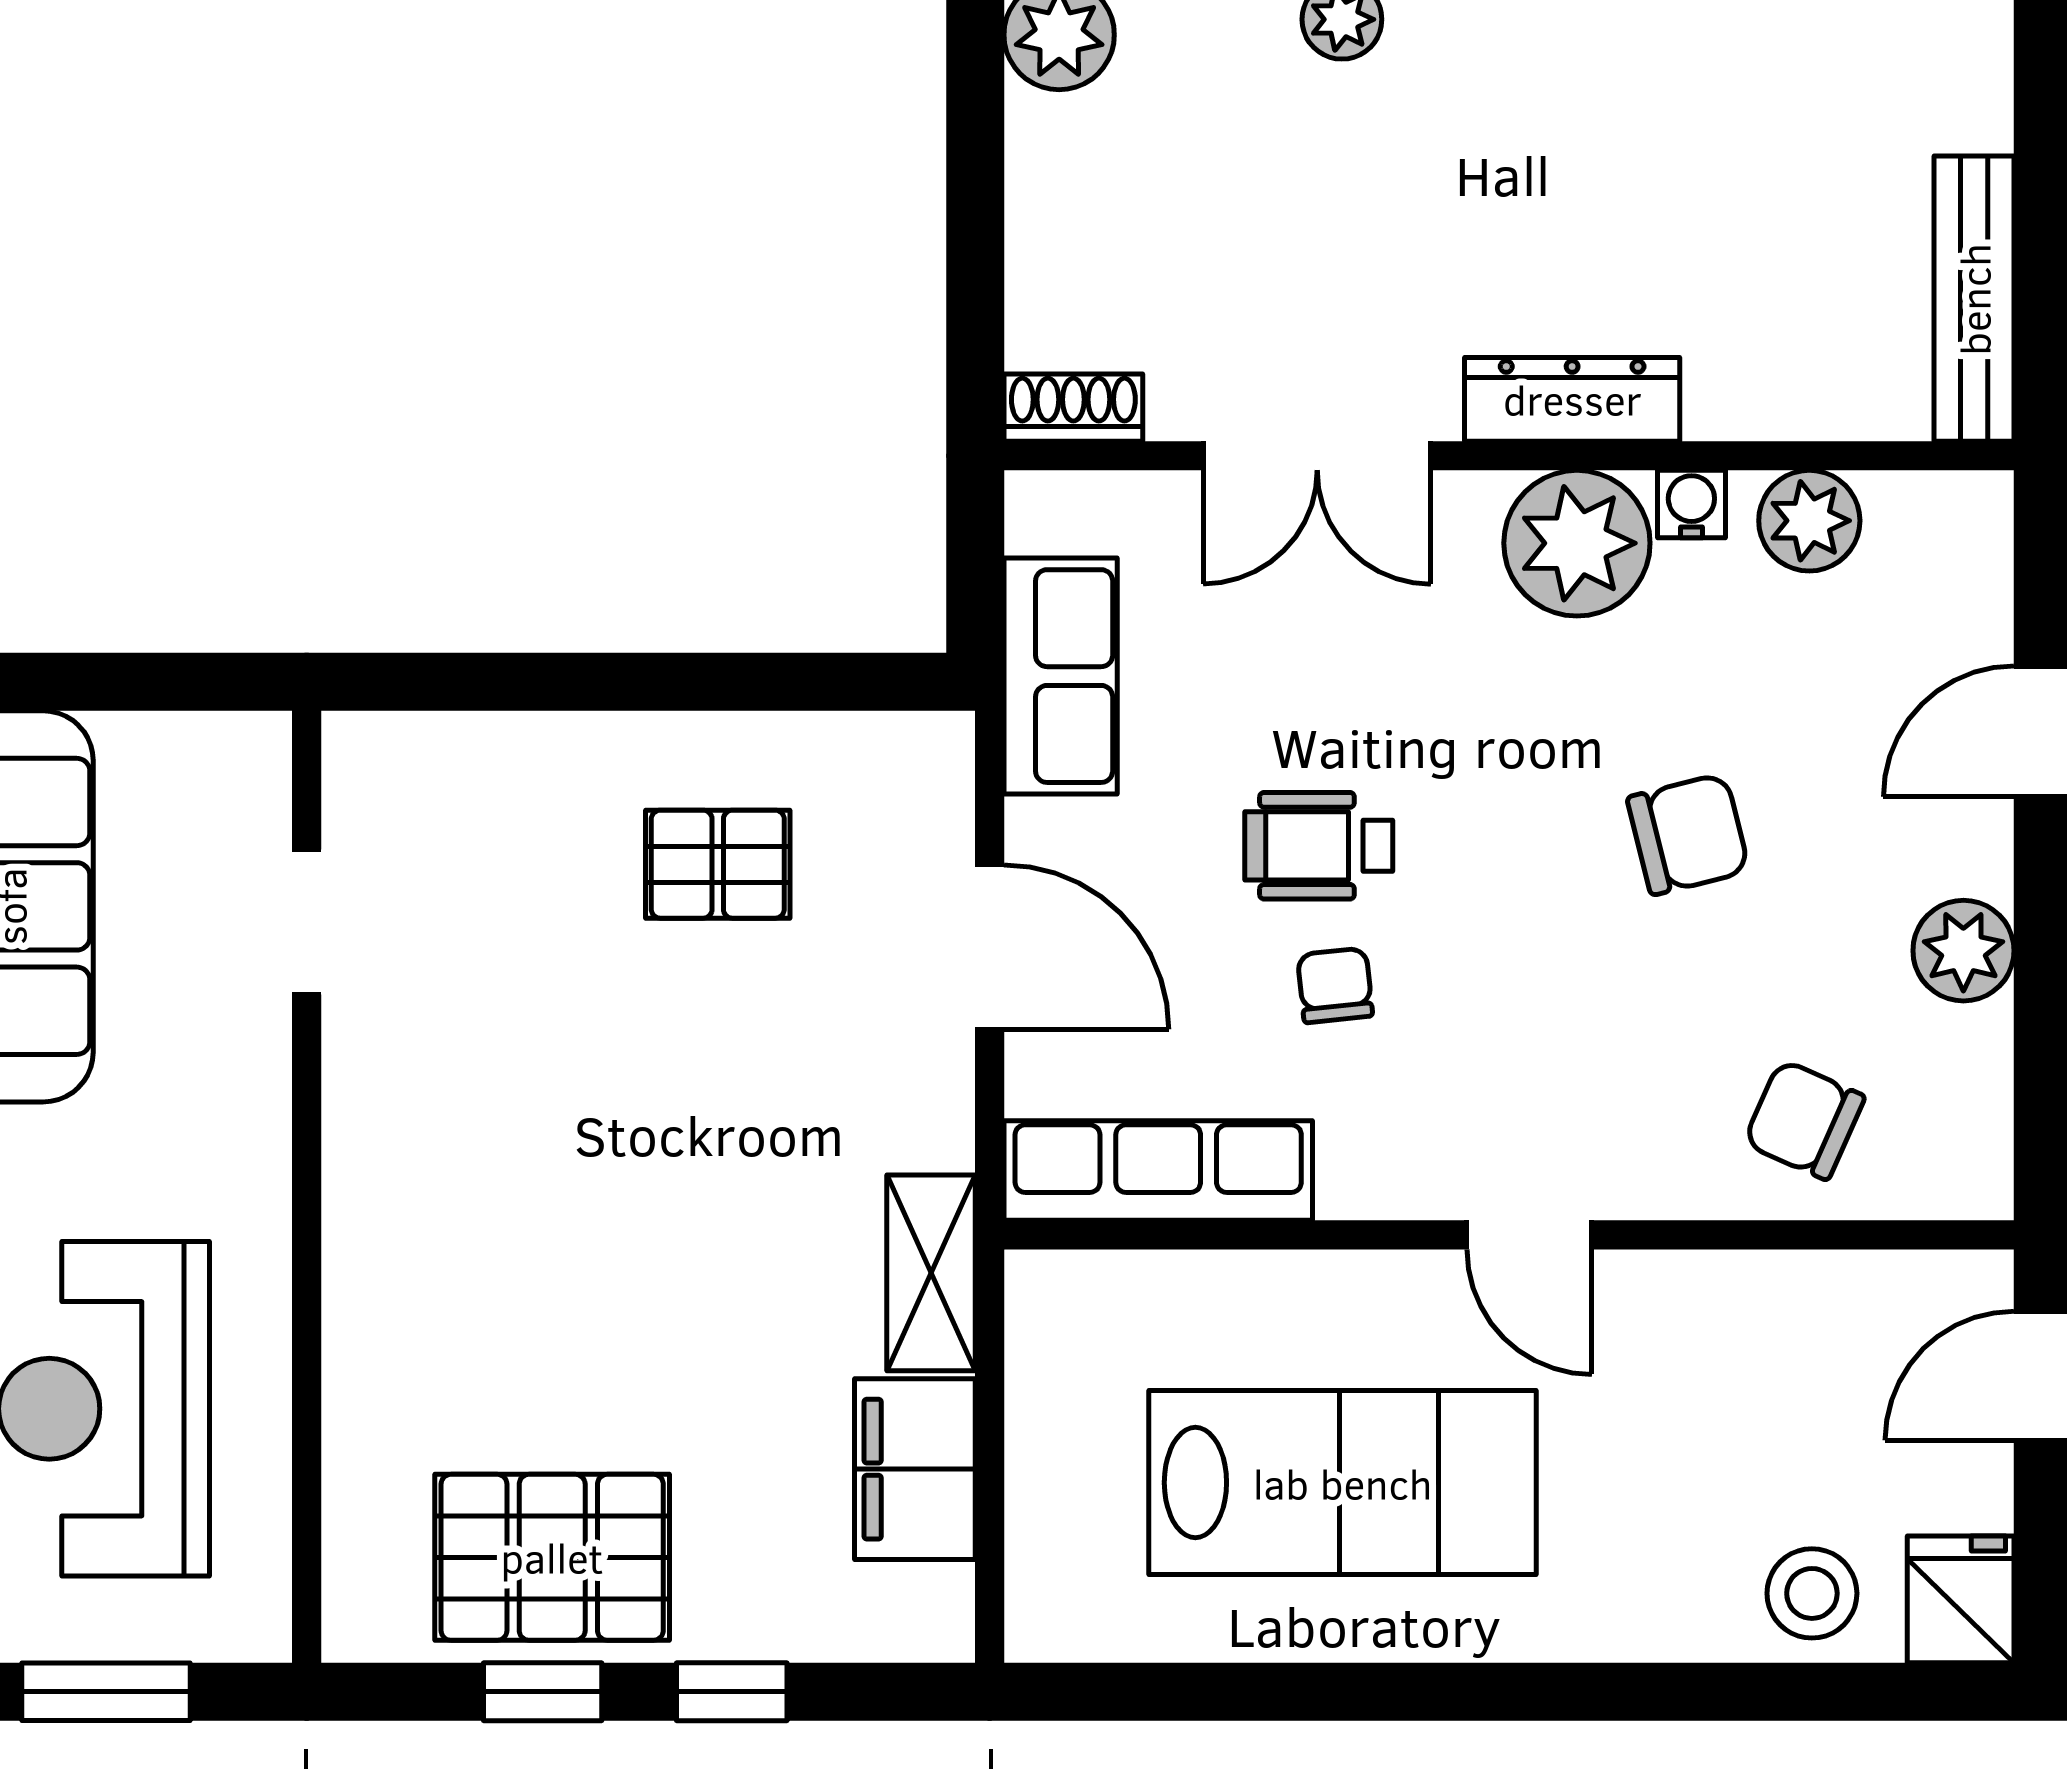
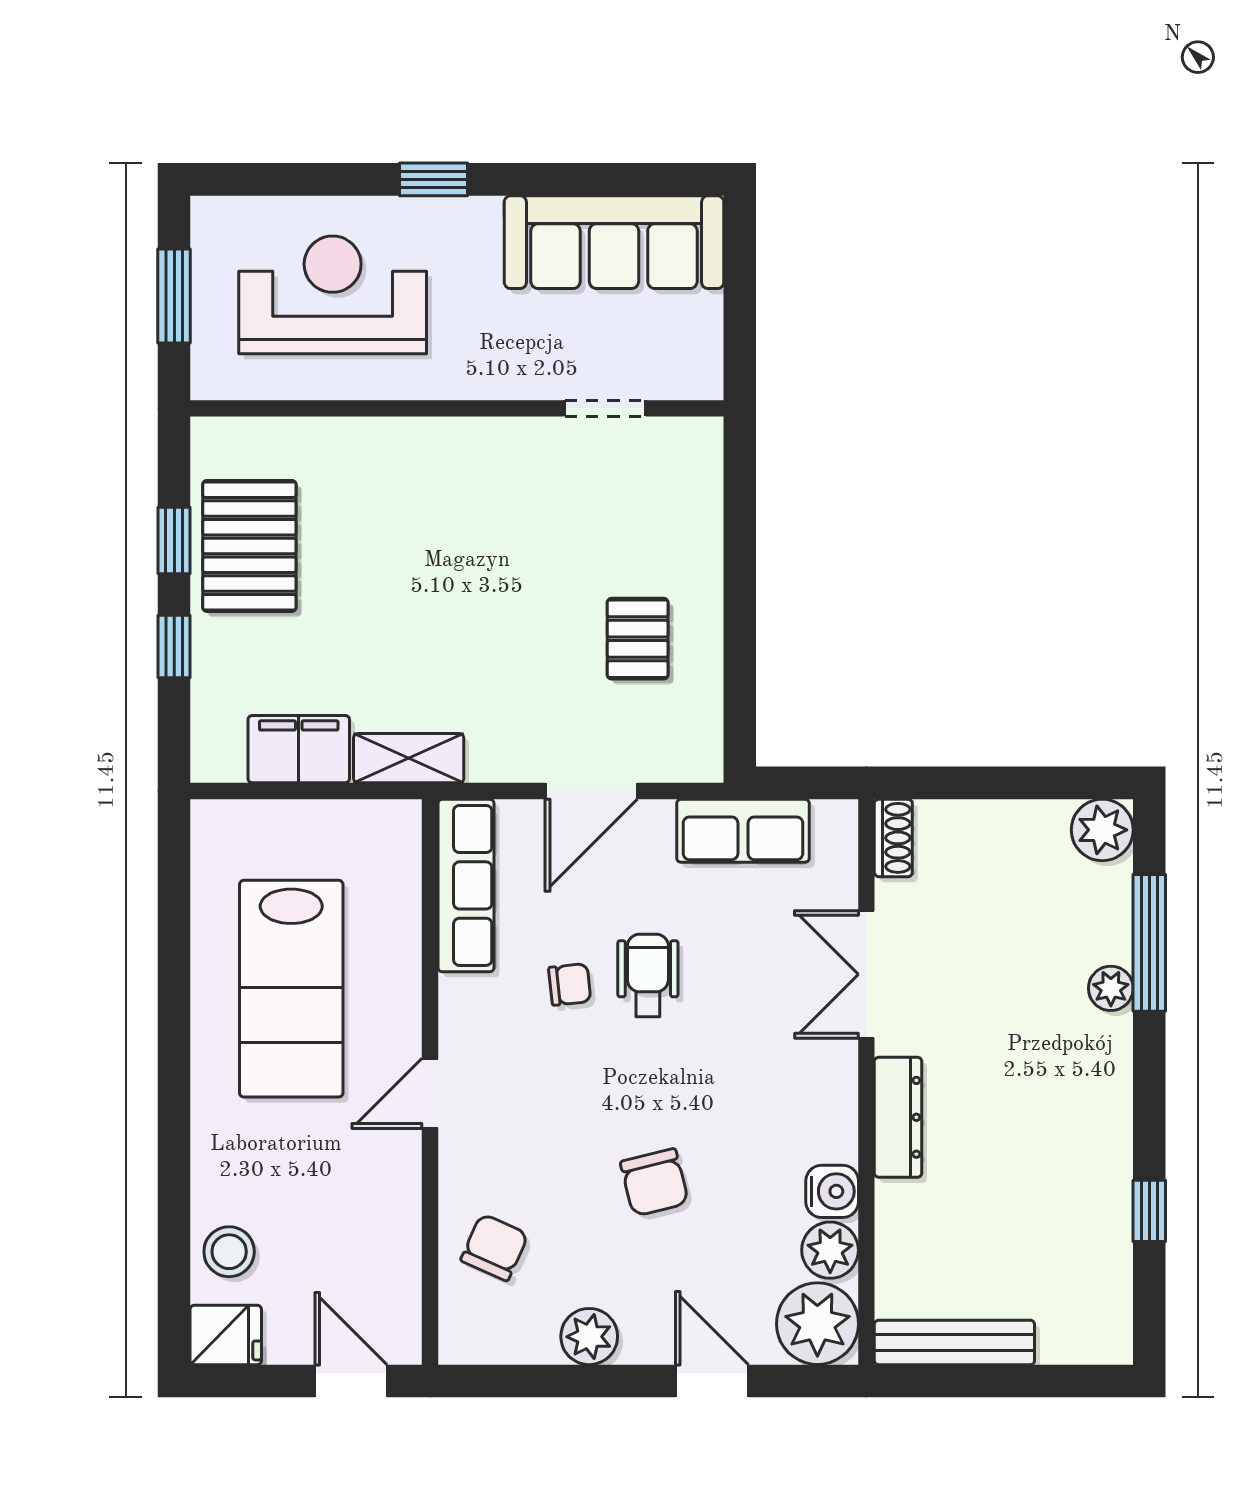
water cooler: (1691, 504) -> (832, 1191), width x1.38, depth x1.38
plant: (1577, 543) -> (817, 1324), moved

